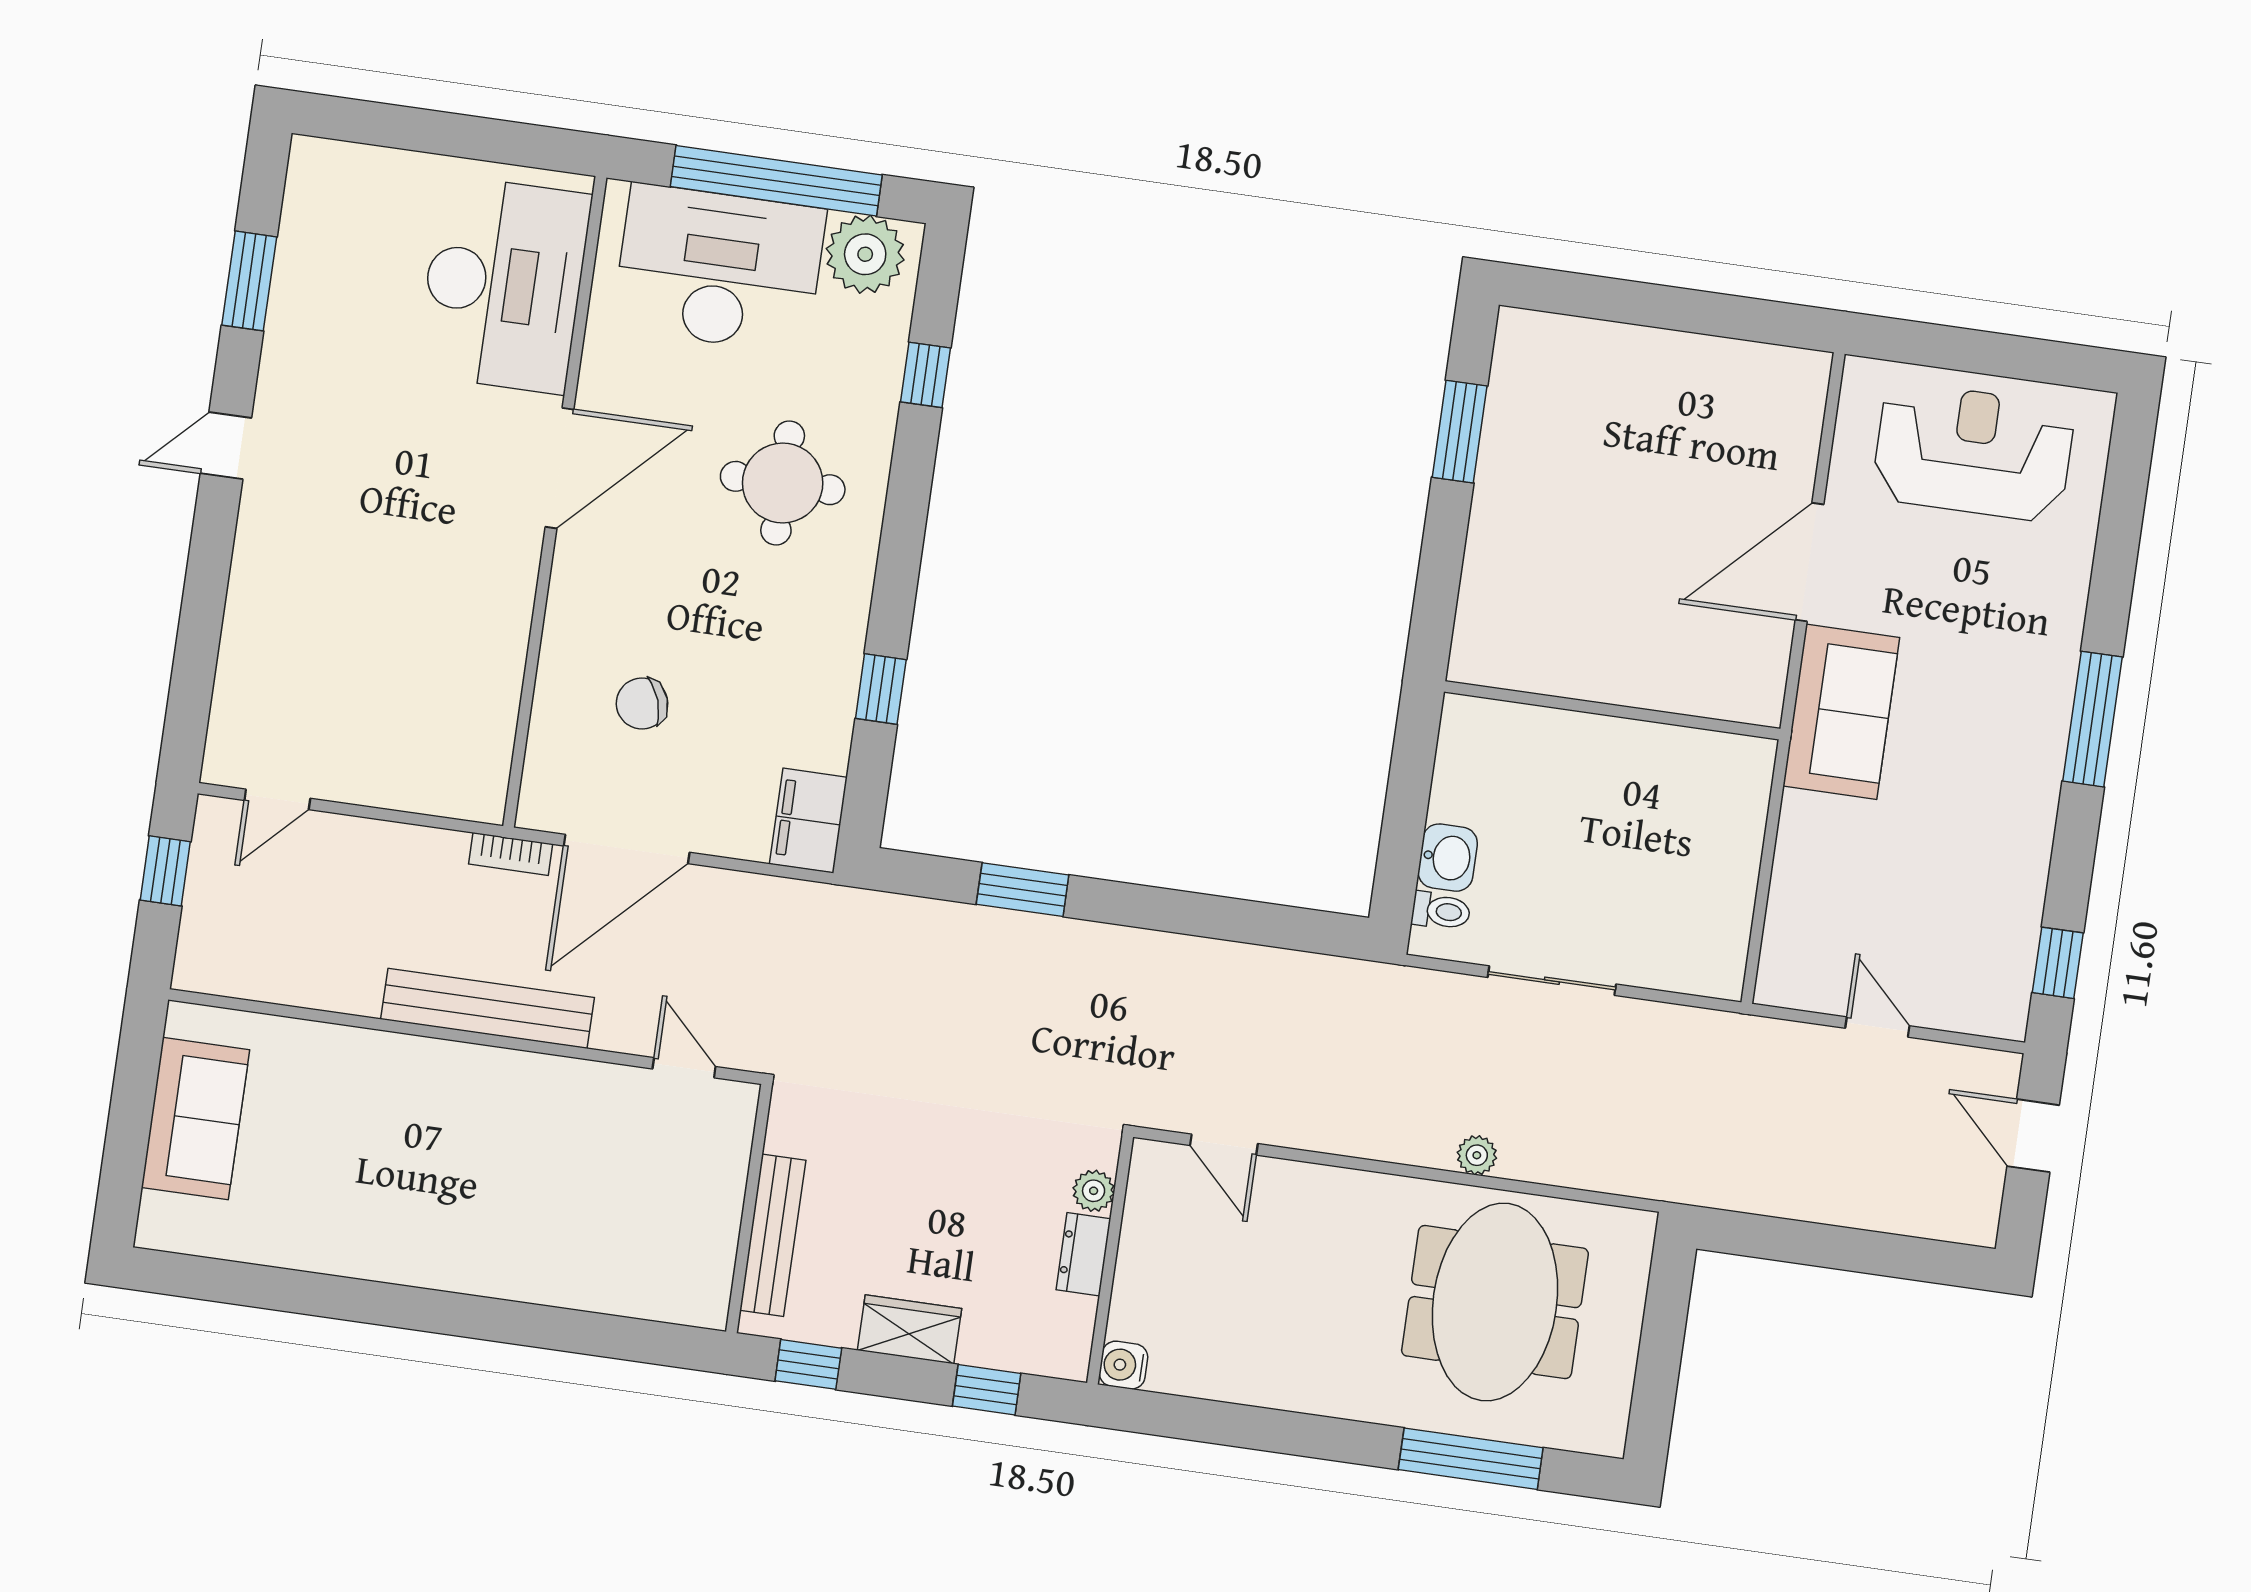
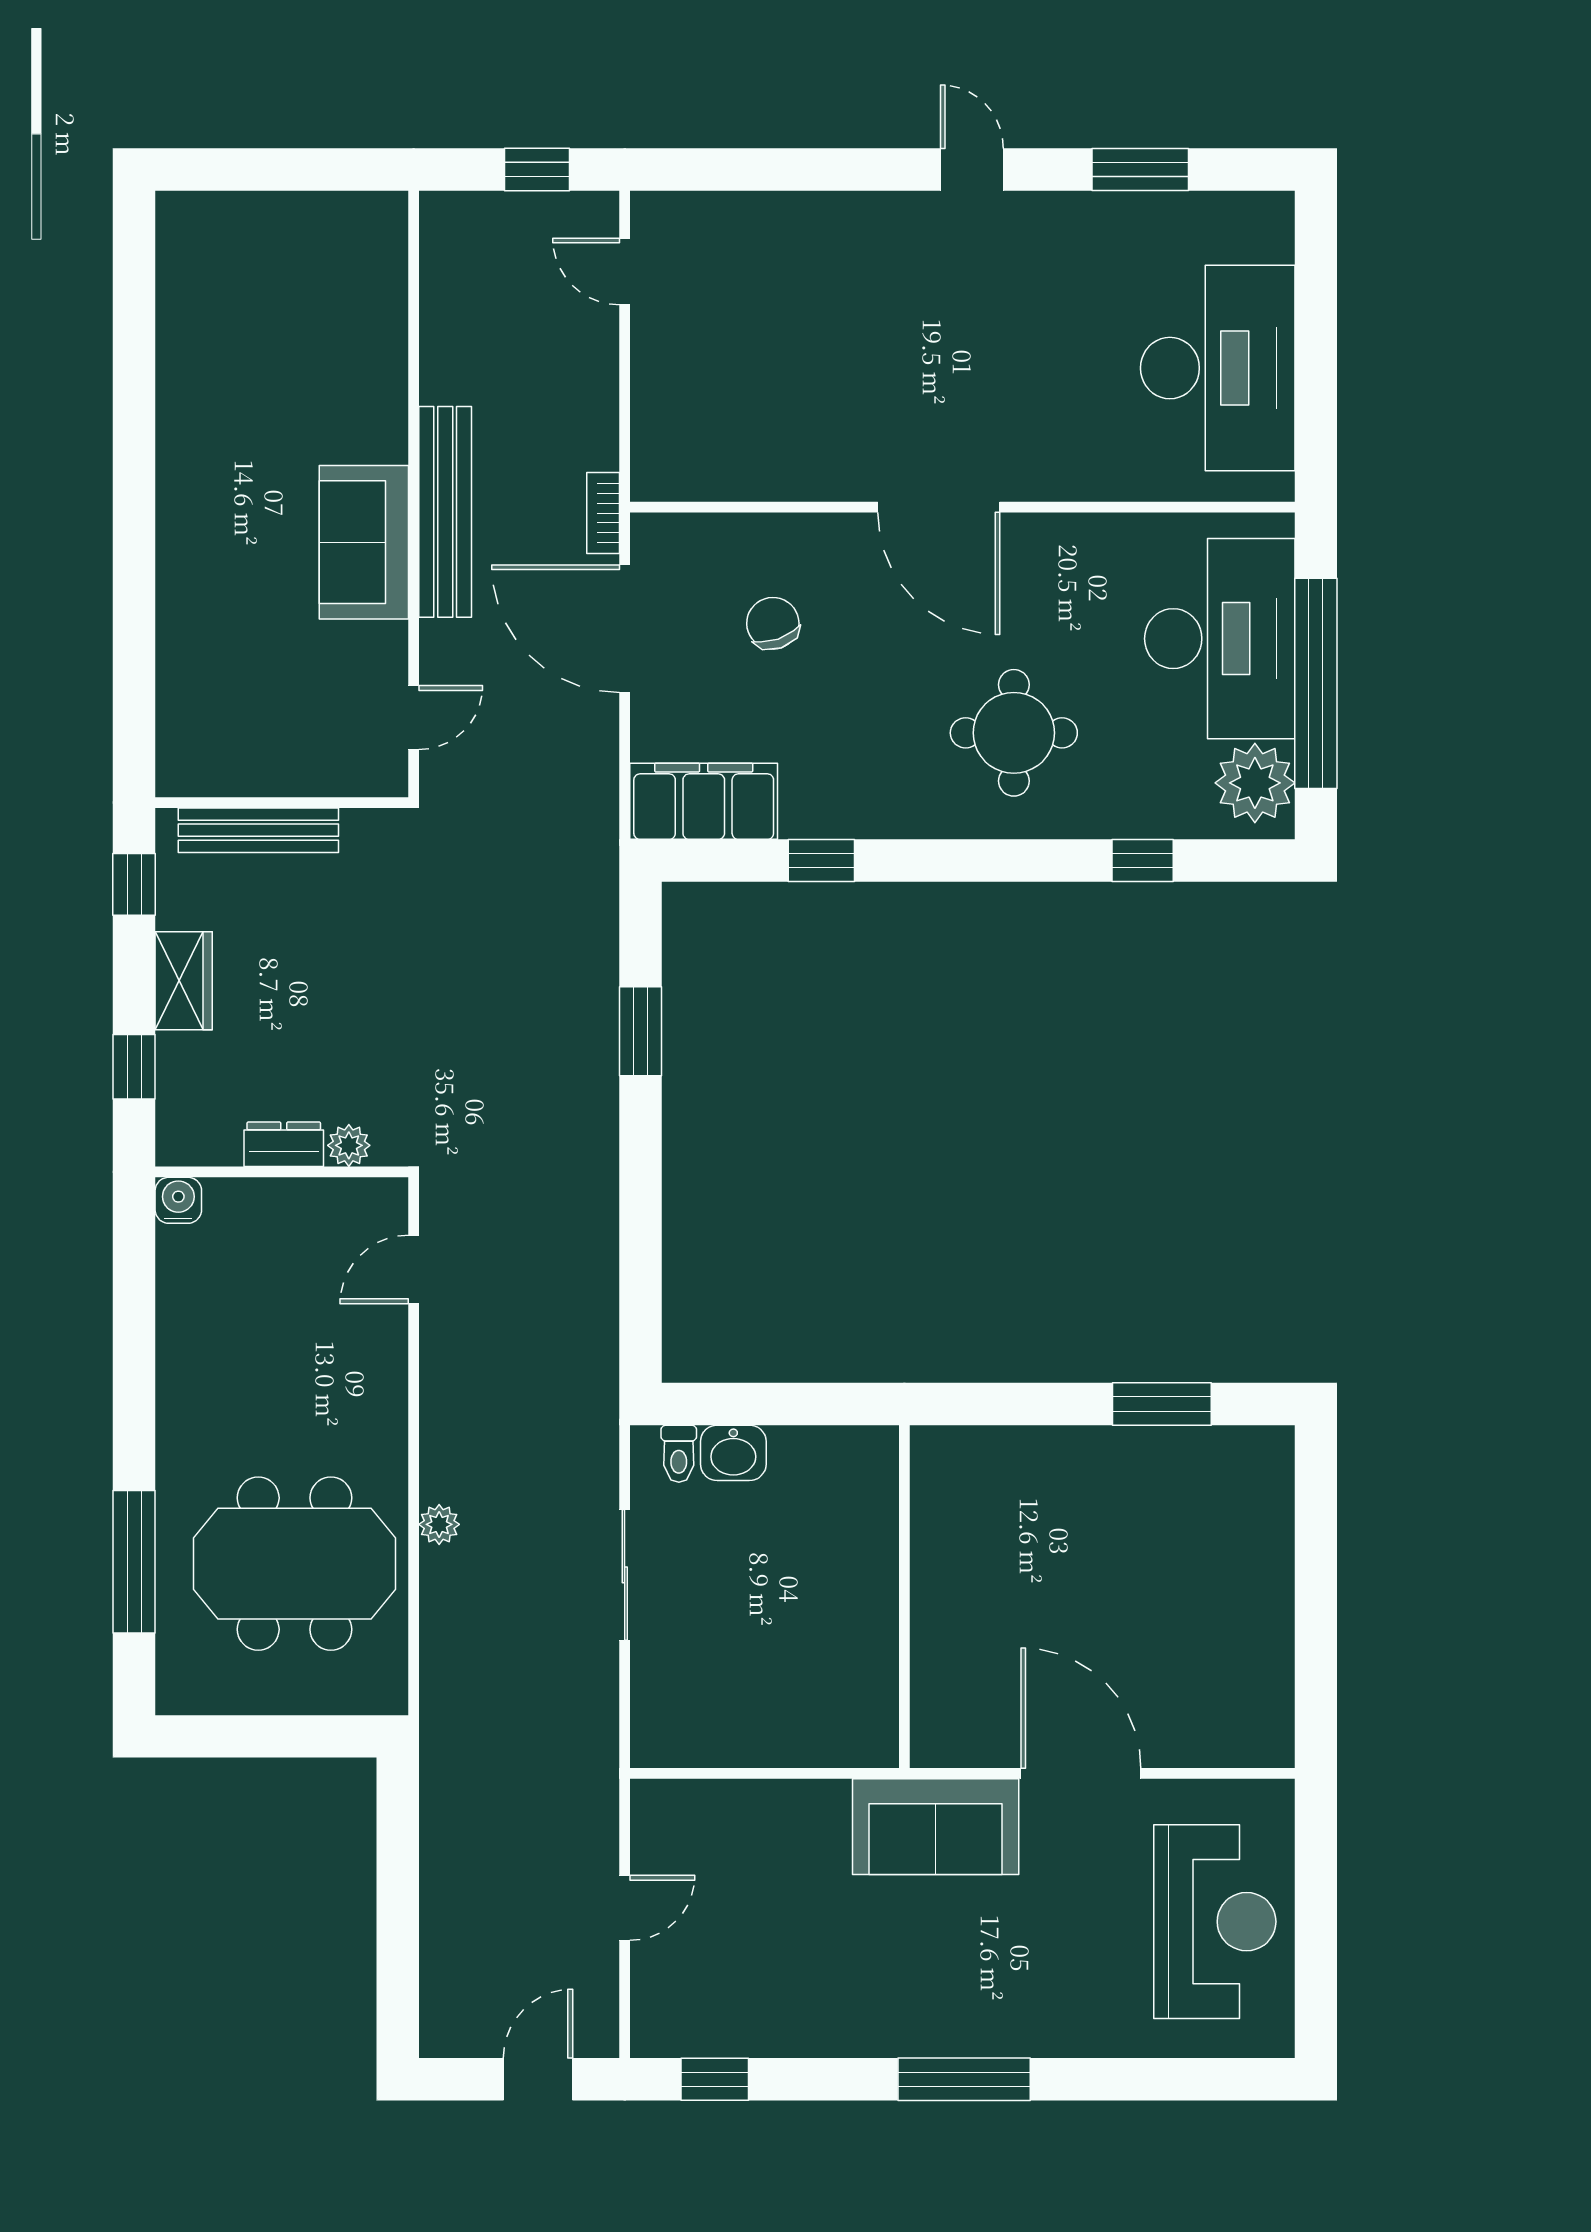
desk: (503, 284) -> (1218, 368), moved, turned -90
door: (560, 468) -> (939, 507), moved
filing cabinet: (808, 821) -> (704, 801), width x1.50, depth x1.17
sofa: (195, 1119) -> (364, 542), moved, turned 90

